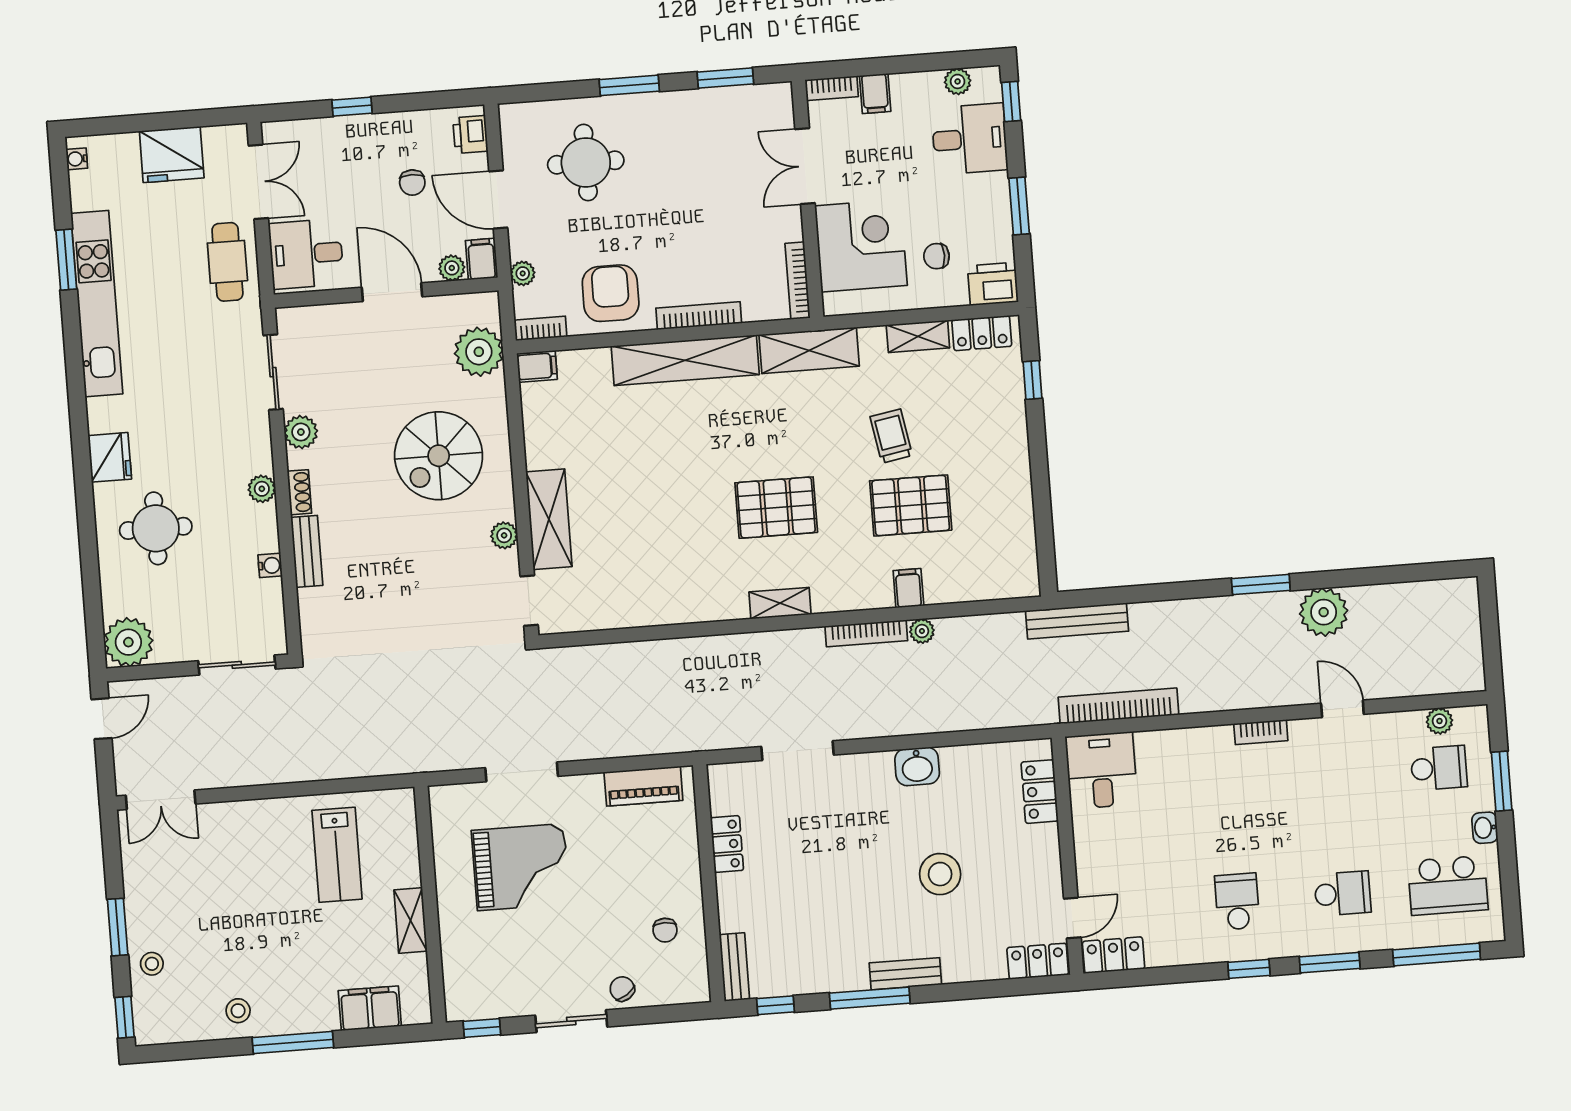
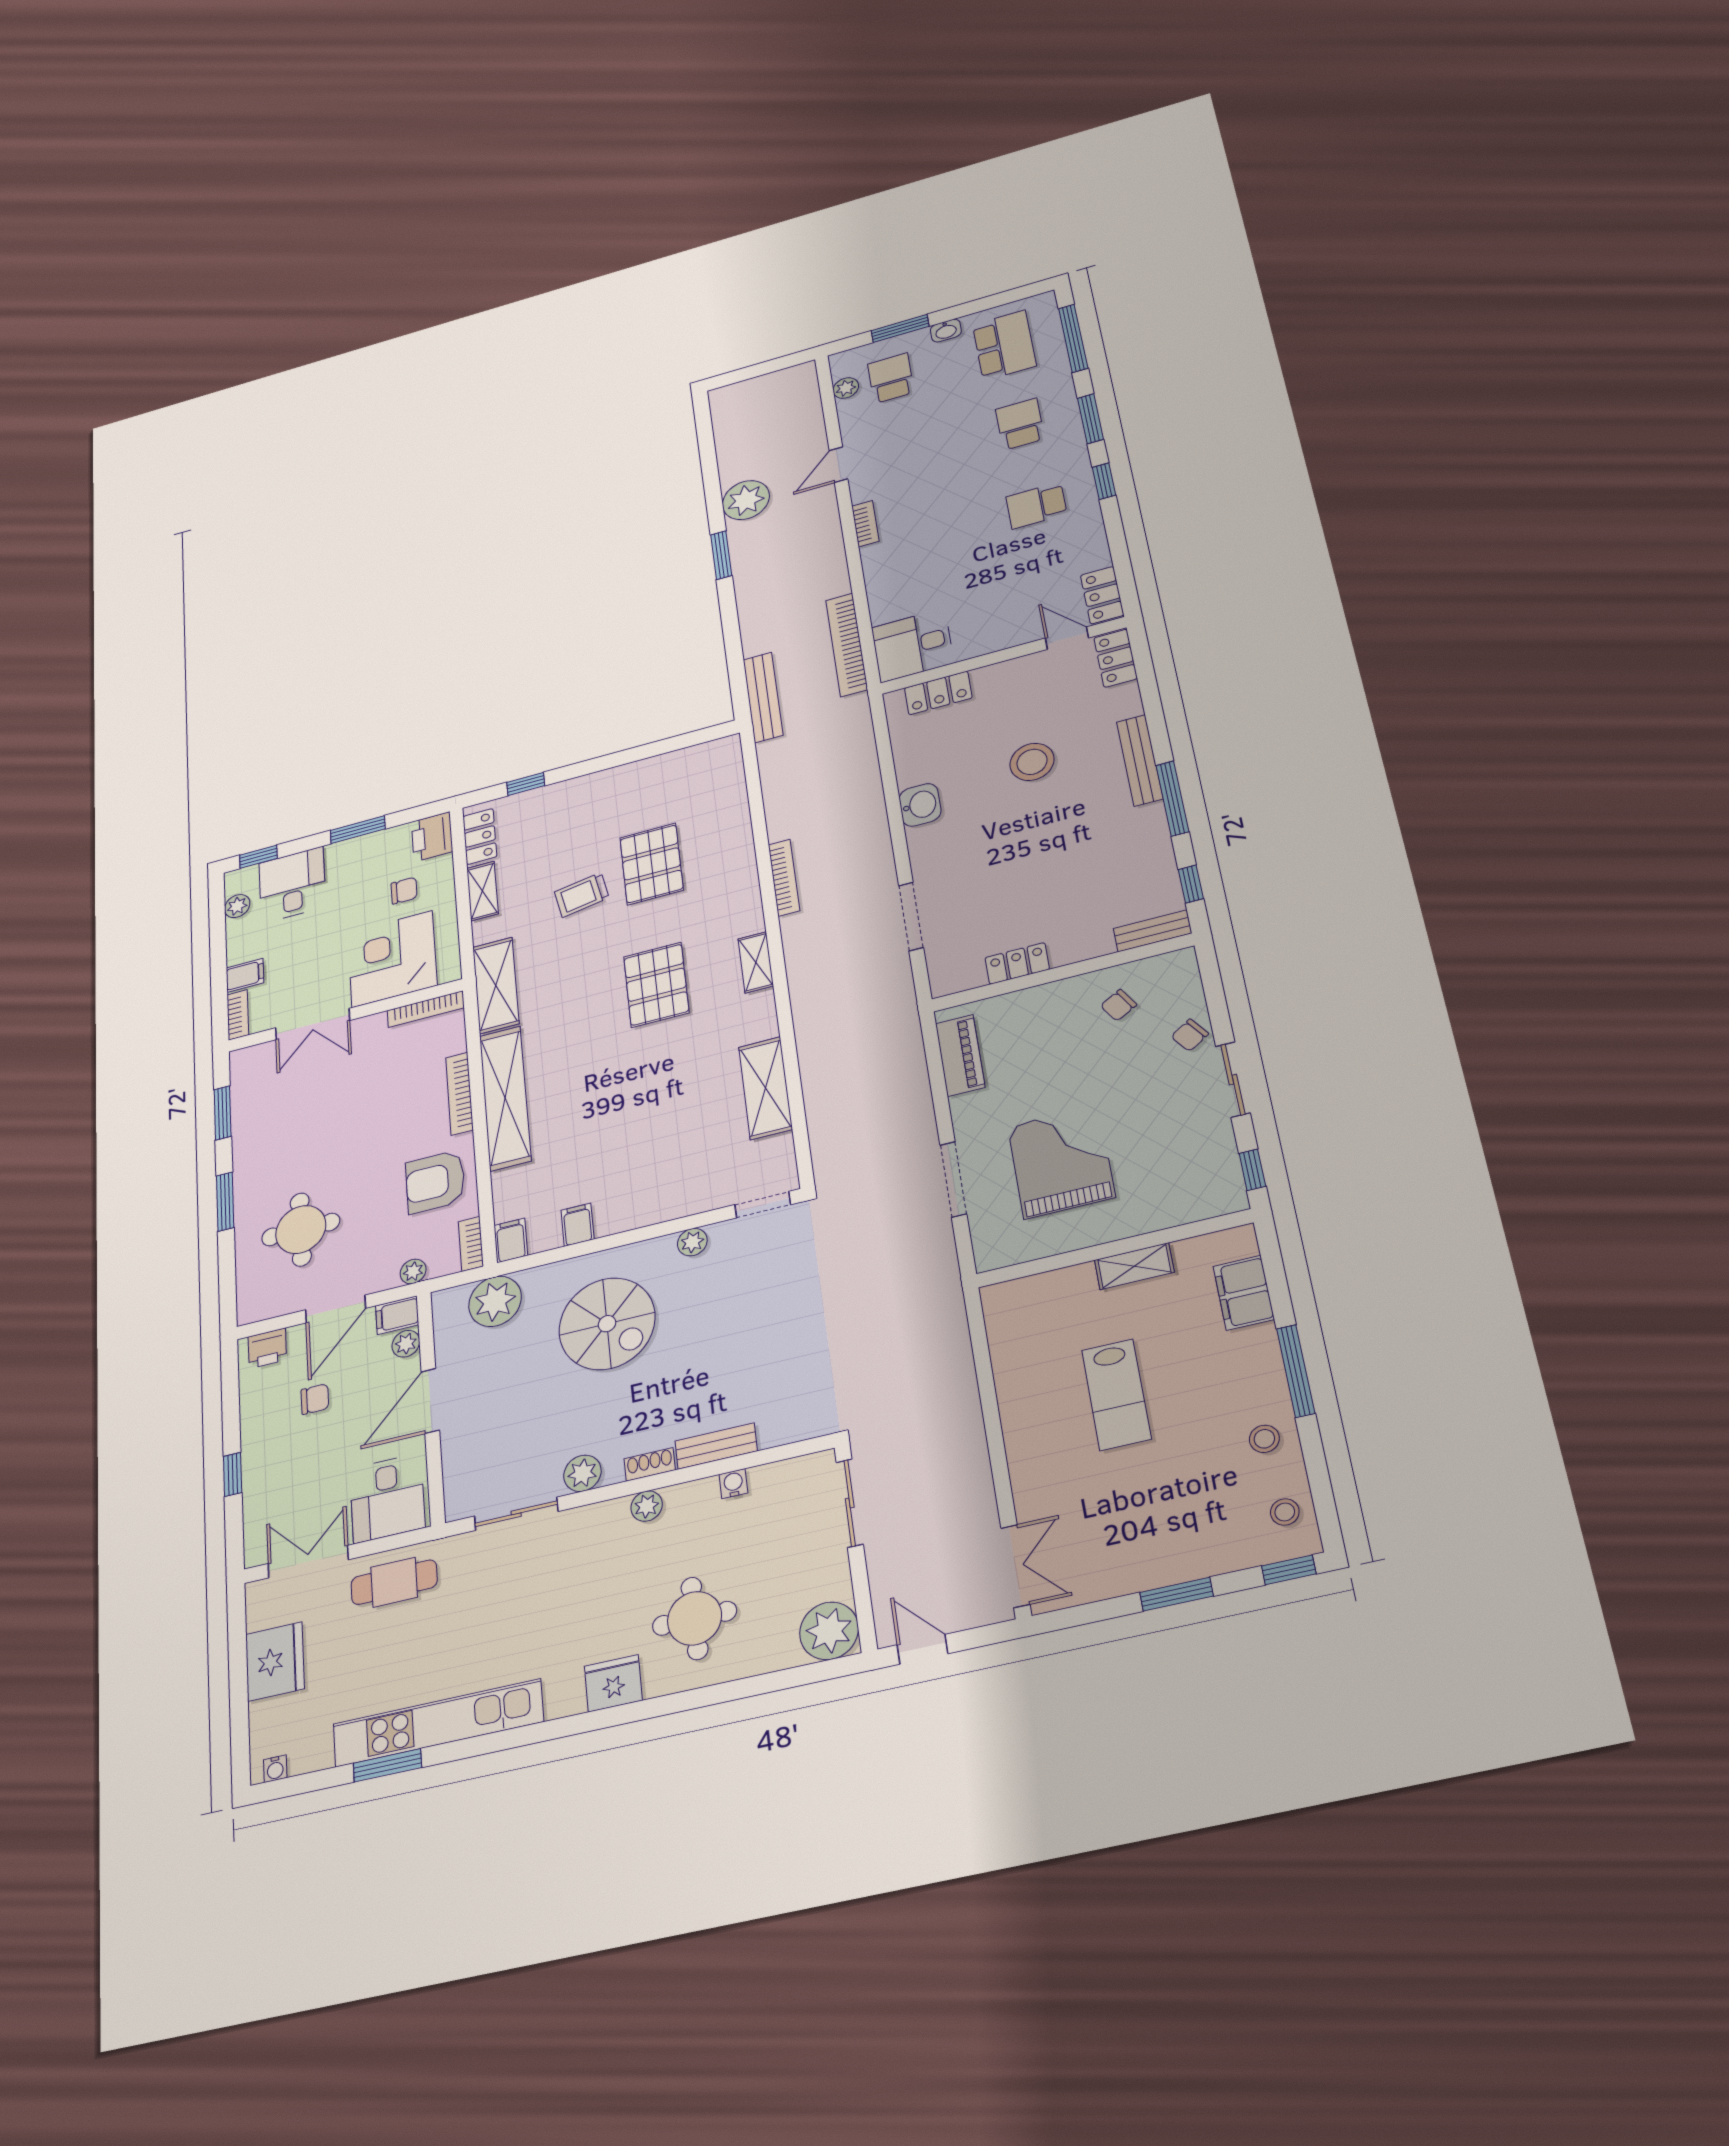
chair: (936, 256) -> (404, 891), turned -90
shelving: (549, 519) -> (765, 1088), moved, turned 90
filing cabinet: (908, 588) -> (578, 1225), moved, turned 90
plant: (922, 631) -> (779, 829), removed
lab bench: (337, 855) -> (1116, 1395), moved, turned 90
chair: (665, 930) -> (1119, 1005), turned 150
stool: (152, 964) -> (1285, 1512), moved
bench: (905, 974) -> (1140, 760), width x1.36

